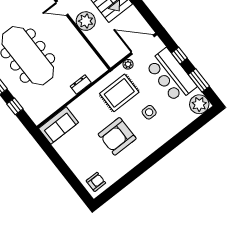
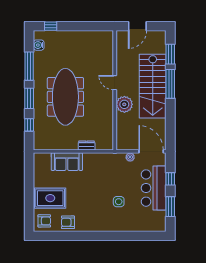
rug: (119, 93) -> (50, 198), moved
plant: (199, 104) -> (158, 223), removed
sofa: (58, 125) -> (67, 162), moved
armchair: (117, 136) -> (68, 222), moved, width x0.53, depth x0.53

